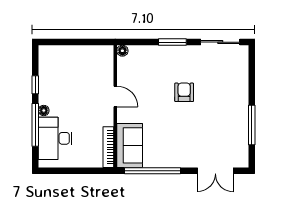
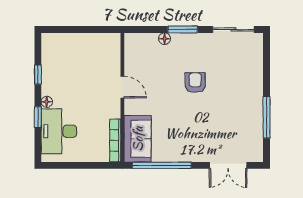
floor lamp: (122, 51) -> (165, 39), moved
window: (35, 125) -> (38, 117), width x0.46

